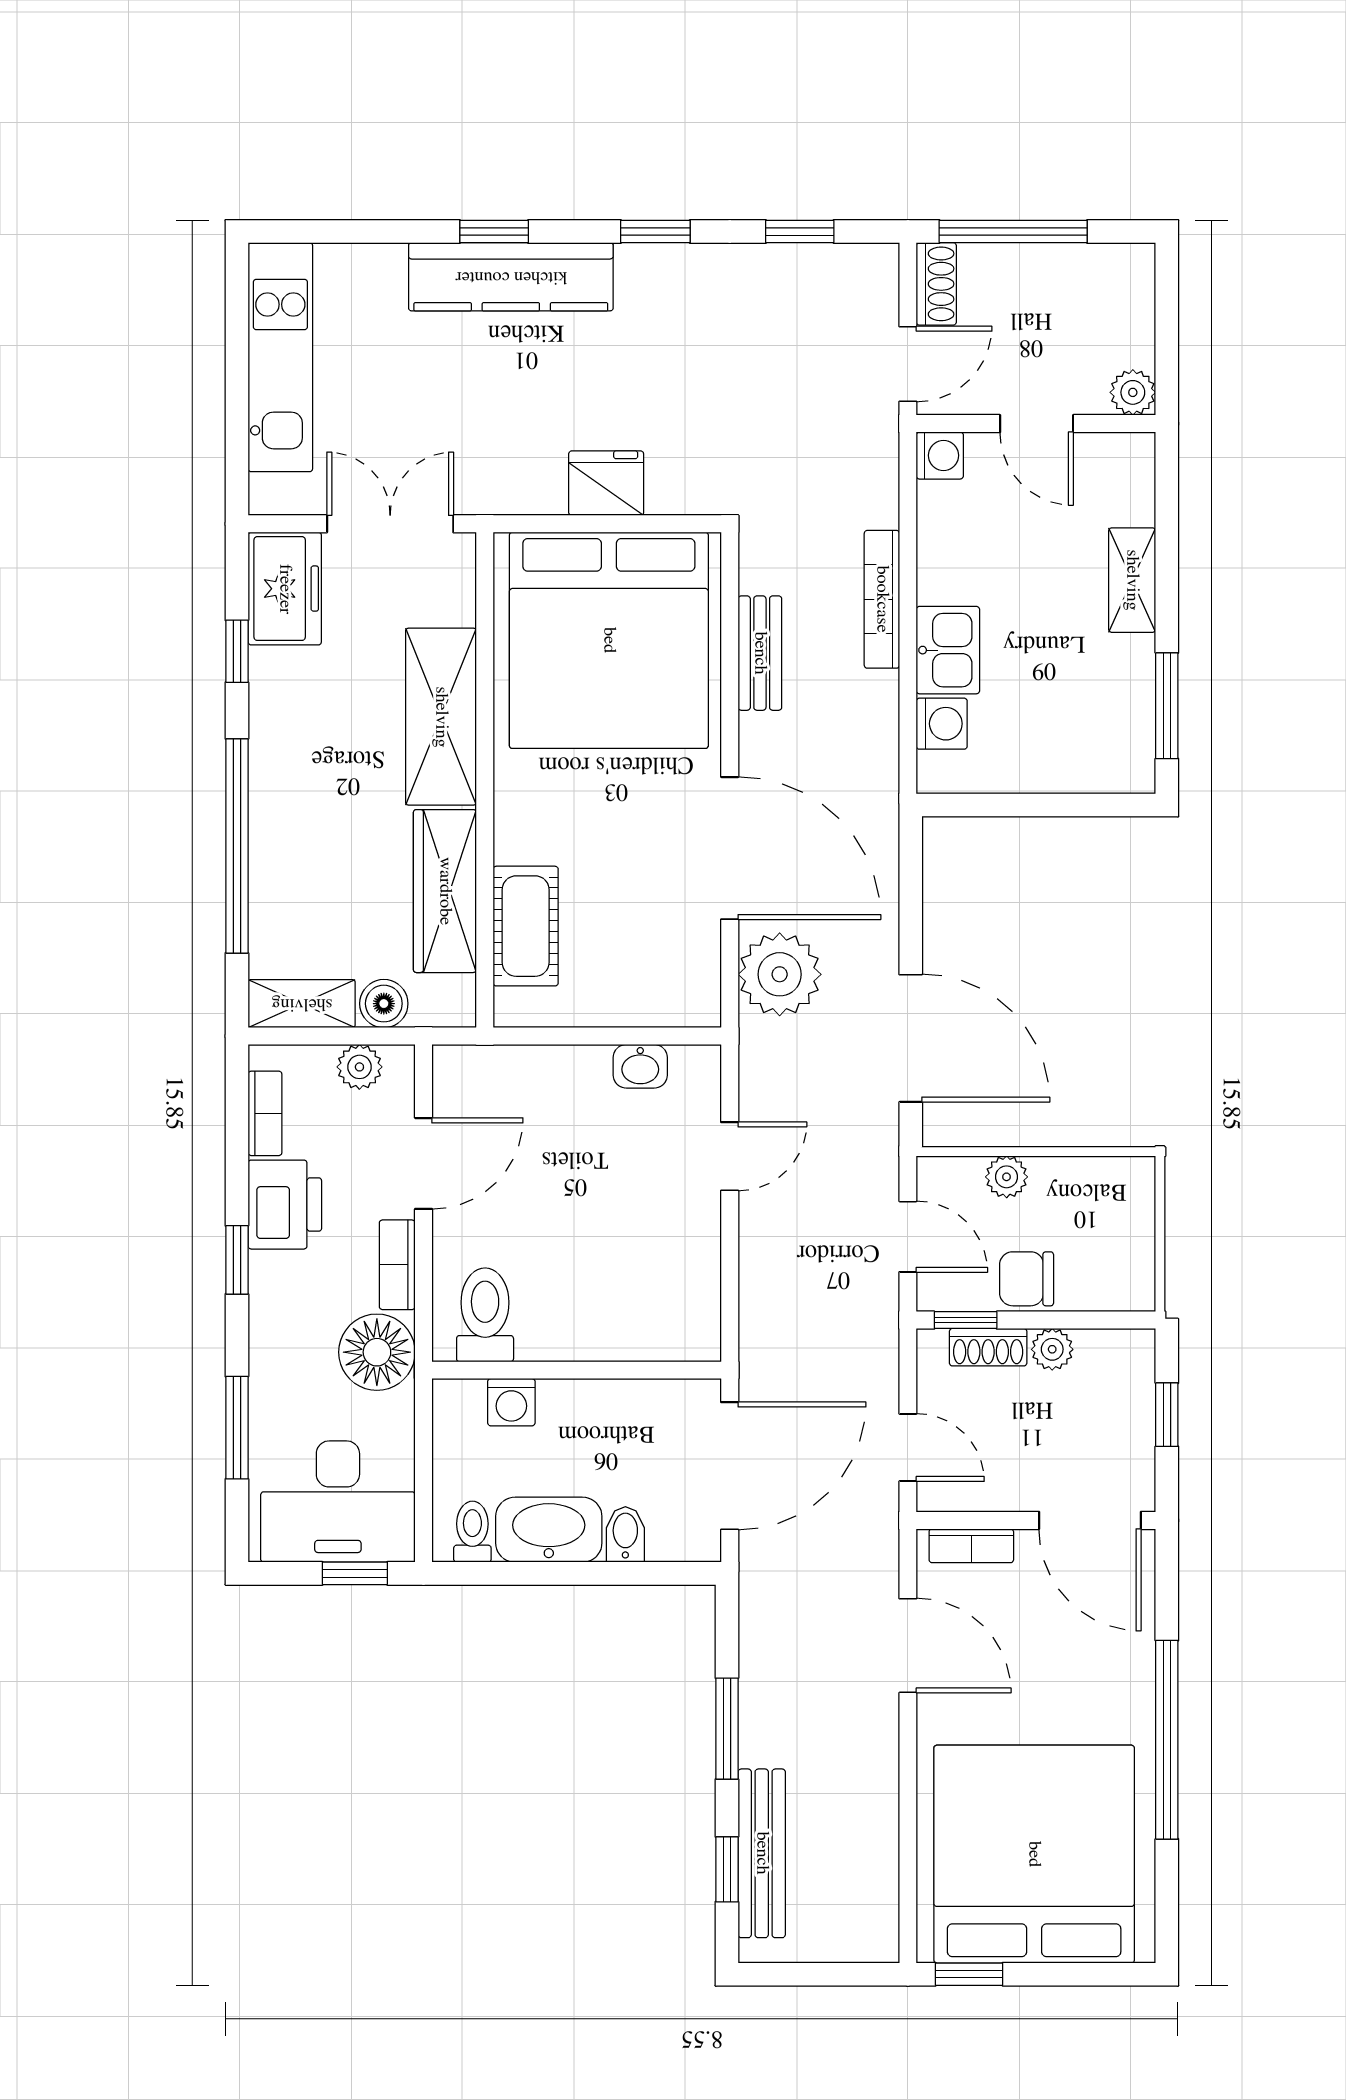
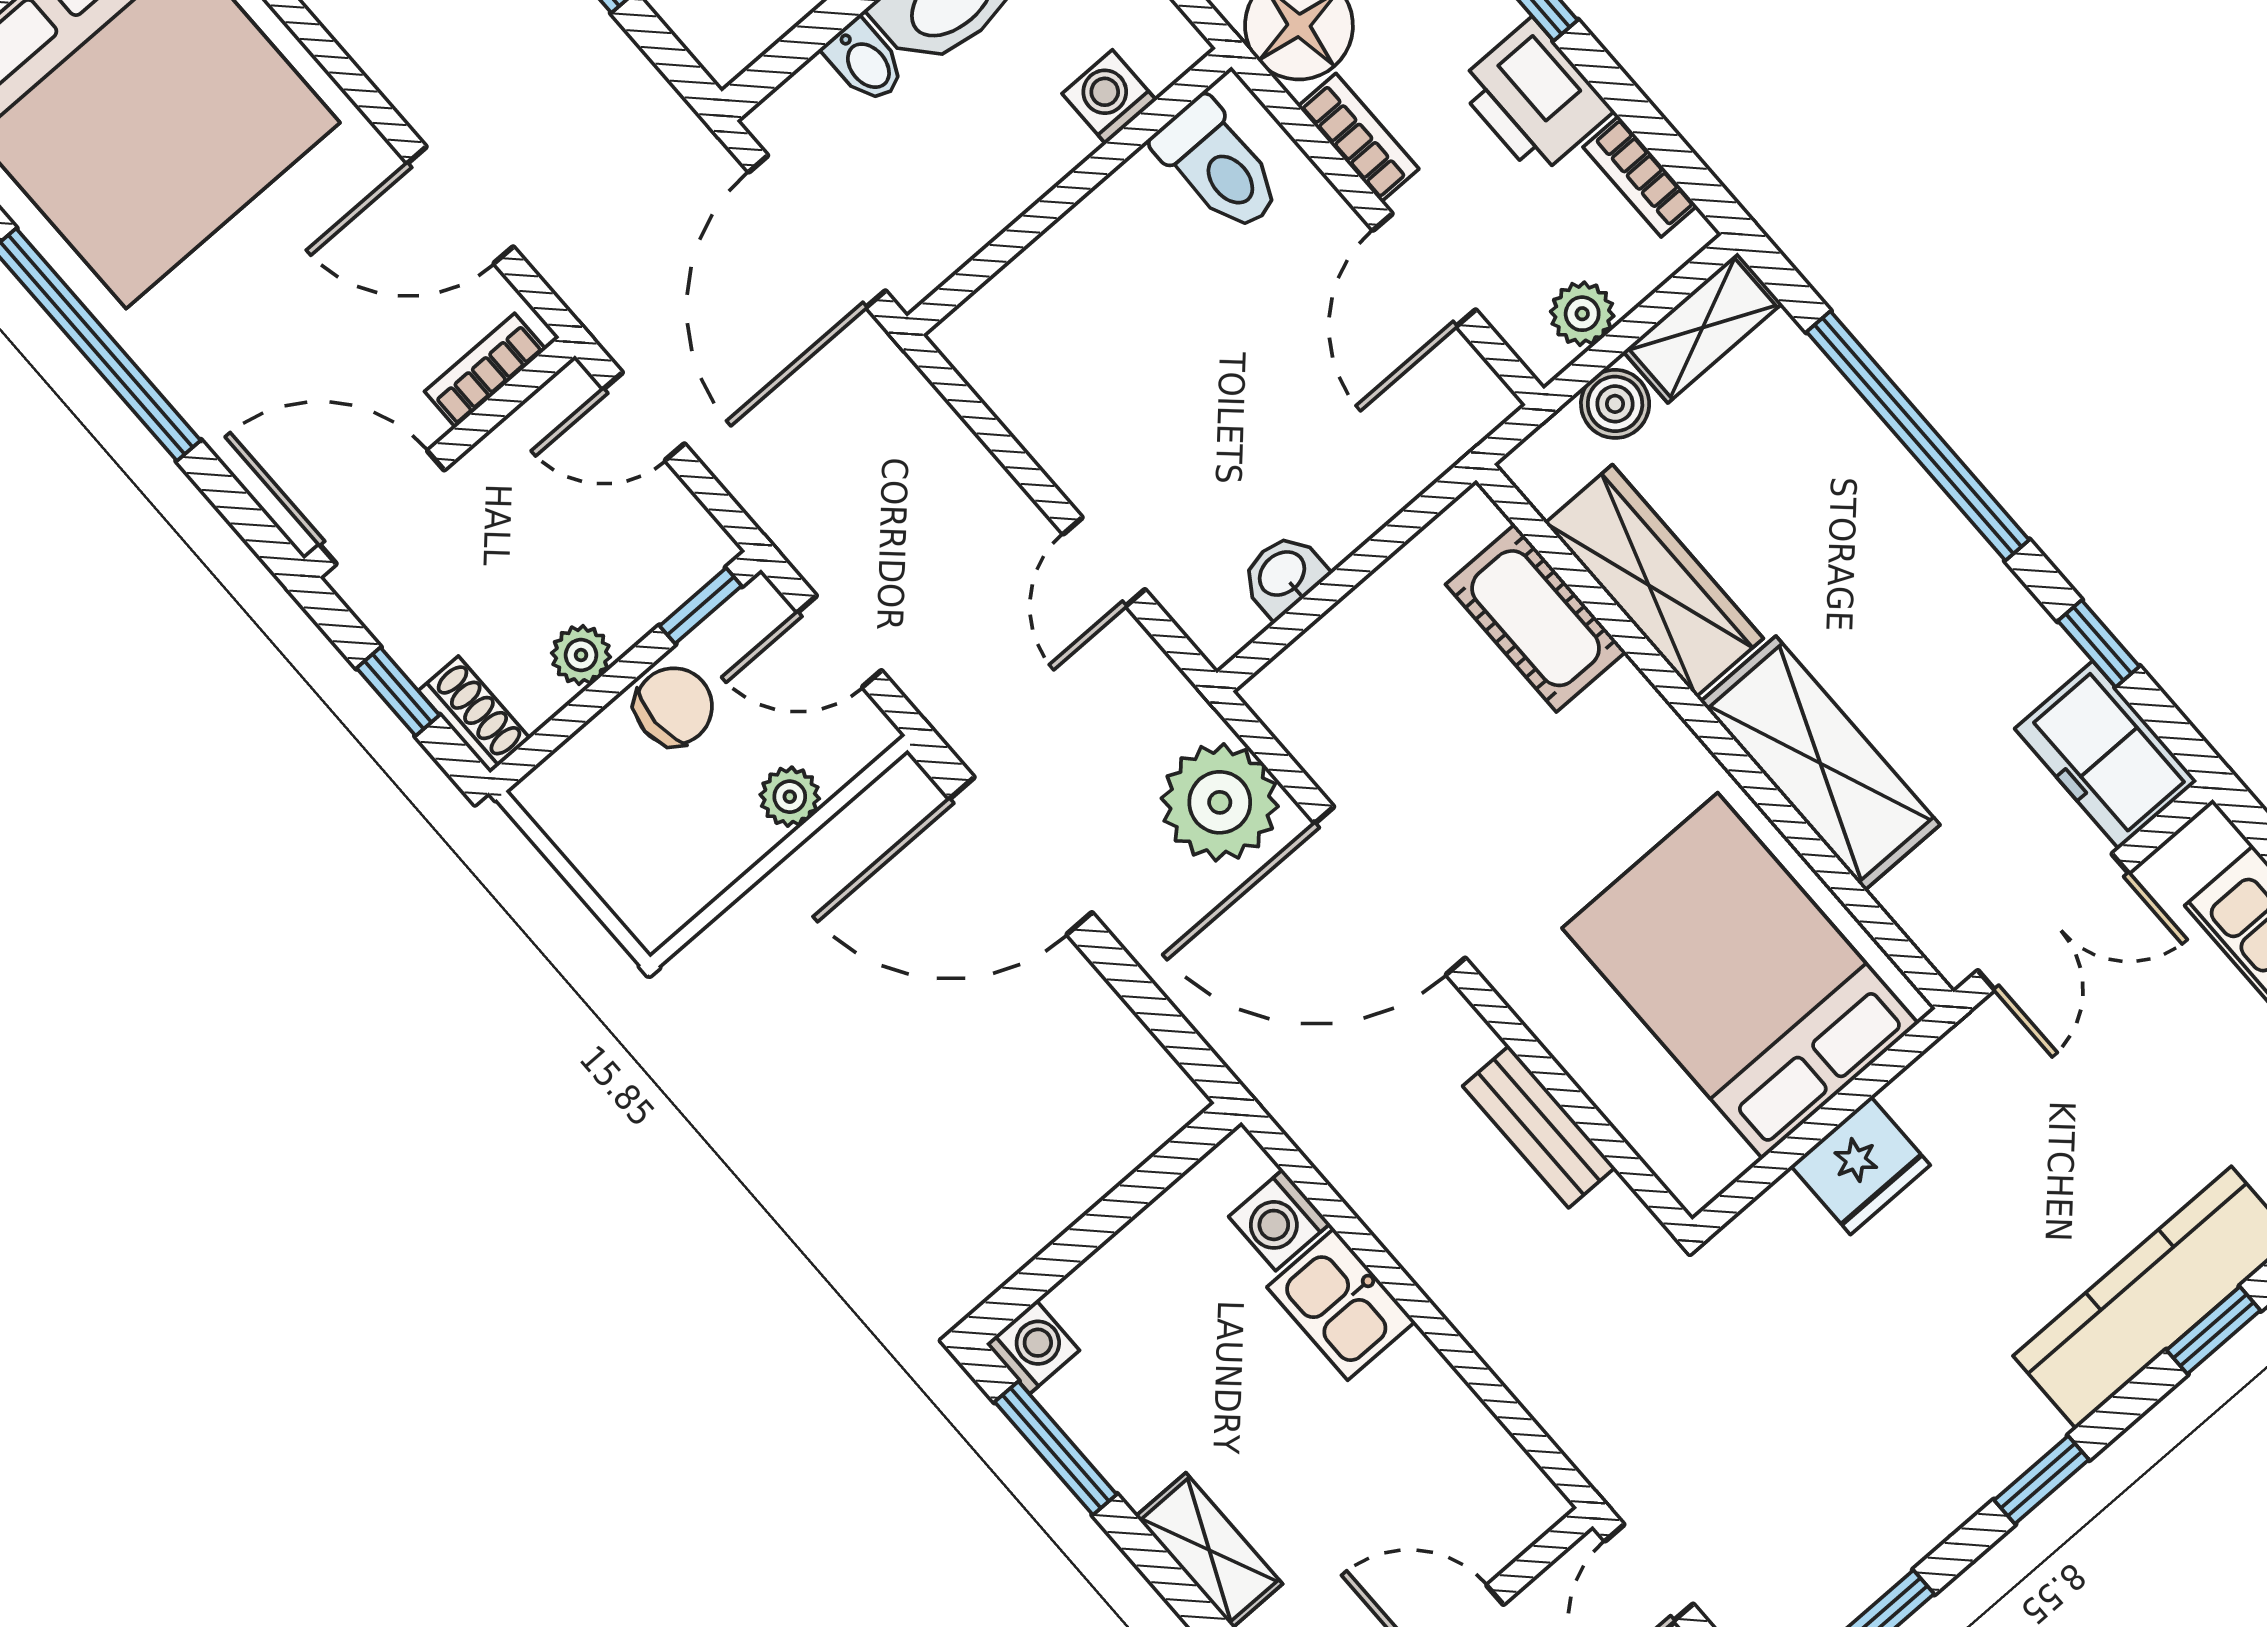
washing machine: (940, 455) -> (1033, 1347), moved, turned 180
bookcase: (882, 599) -> (1459, 1297), removed
bed: (609, 640) -> (1740, 976), width x0.73
shoe rack: (988, 1347) -> (474, 715), moved, turned 90

